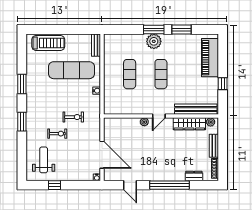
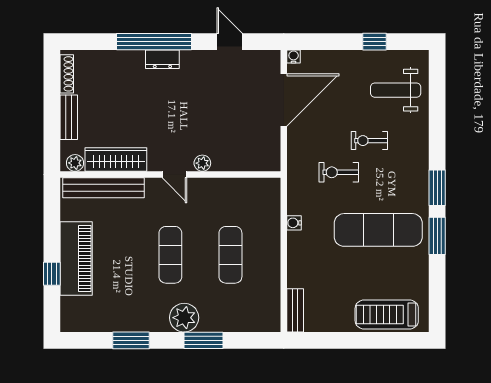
window: (154, 30) -> (204, 340), moved
piano: (210, 58) -> (76, 259), moved
exercise mat: (71, 70) -> (378, 230), moved
window: (223, 84) -> (52, 274), moved
door: (159, 116) -> (174, 174), swing flipped
window: (22, 122) -> (437, 188), moved
door: (102, 155) -> (284, 100), swing flipped
weight bench: (44, 160) -> (396, 90), turned 90
dresser: (194, 176) -> (162, 59), moved

